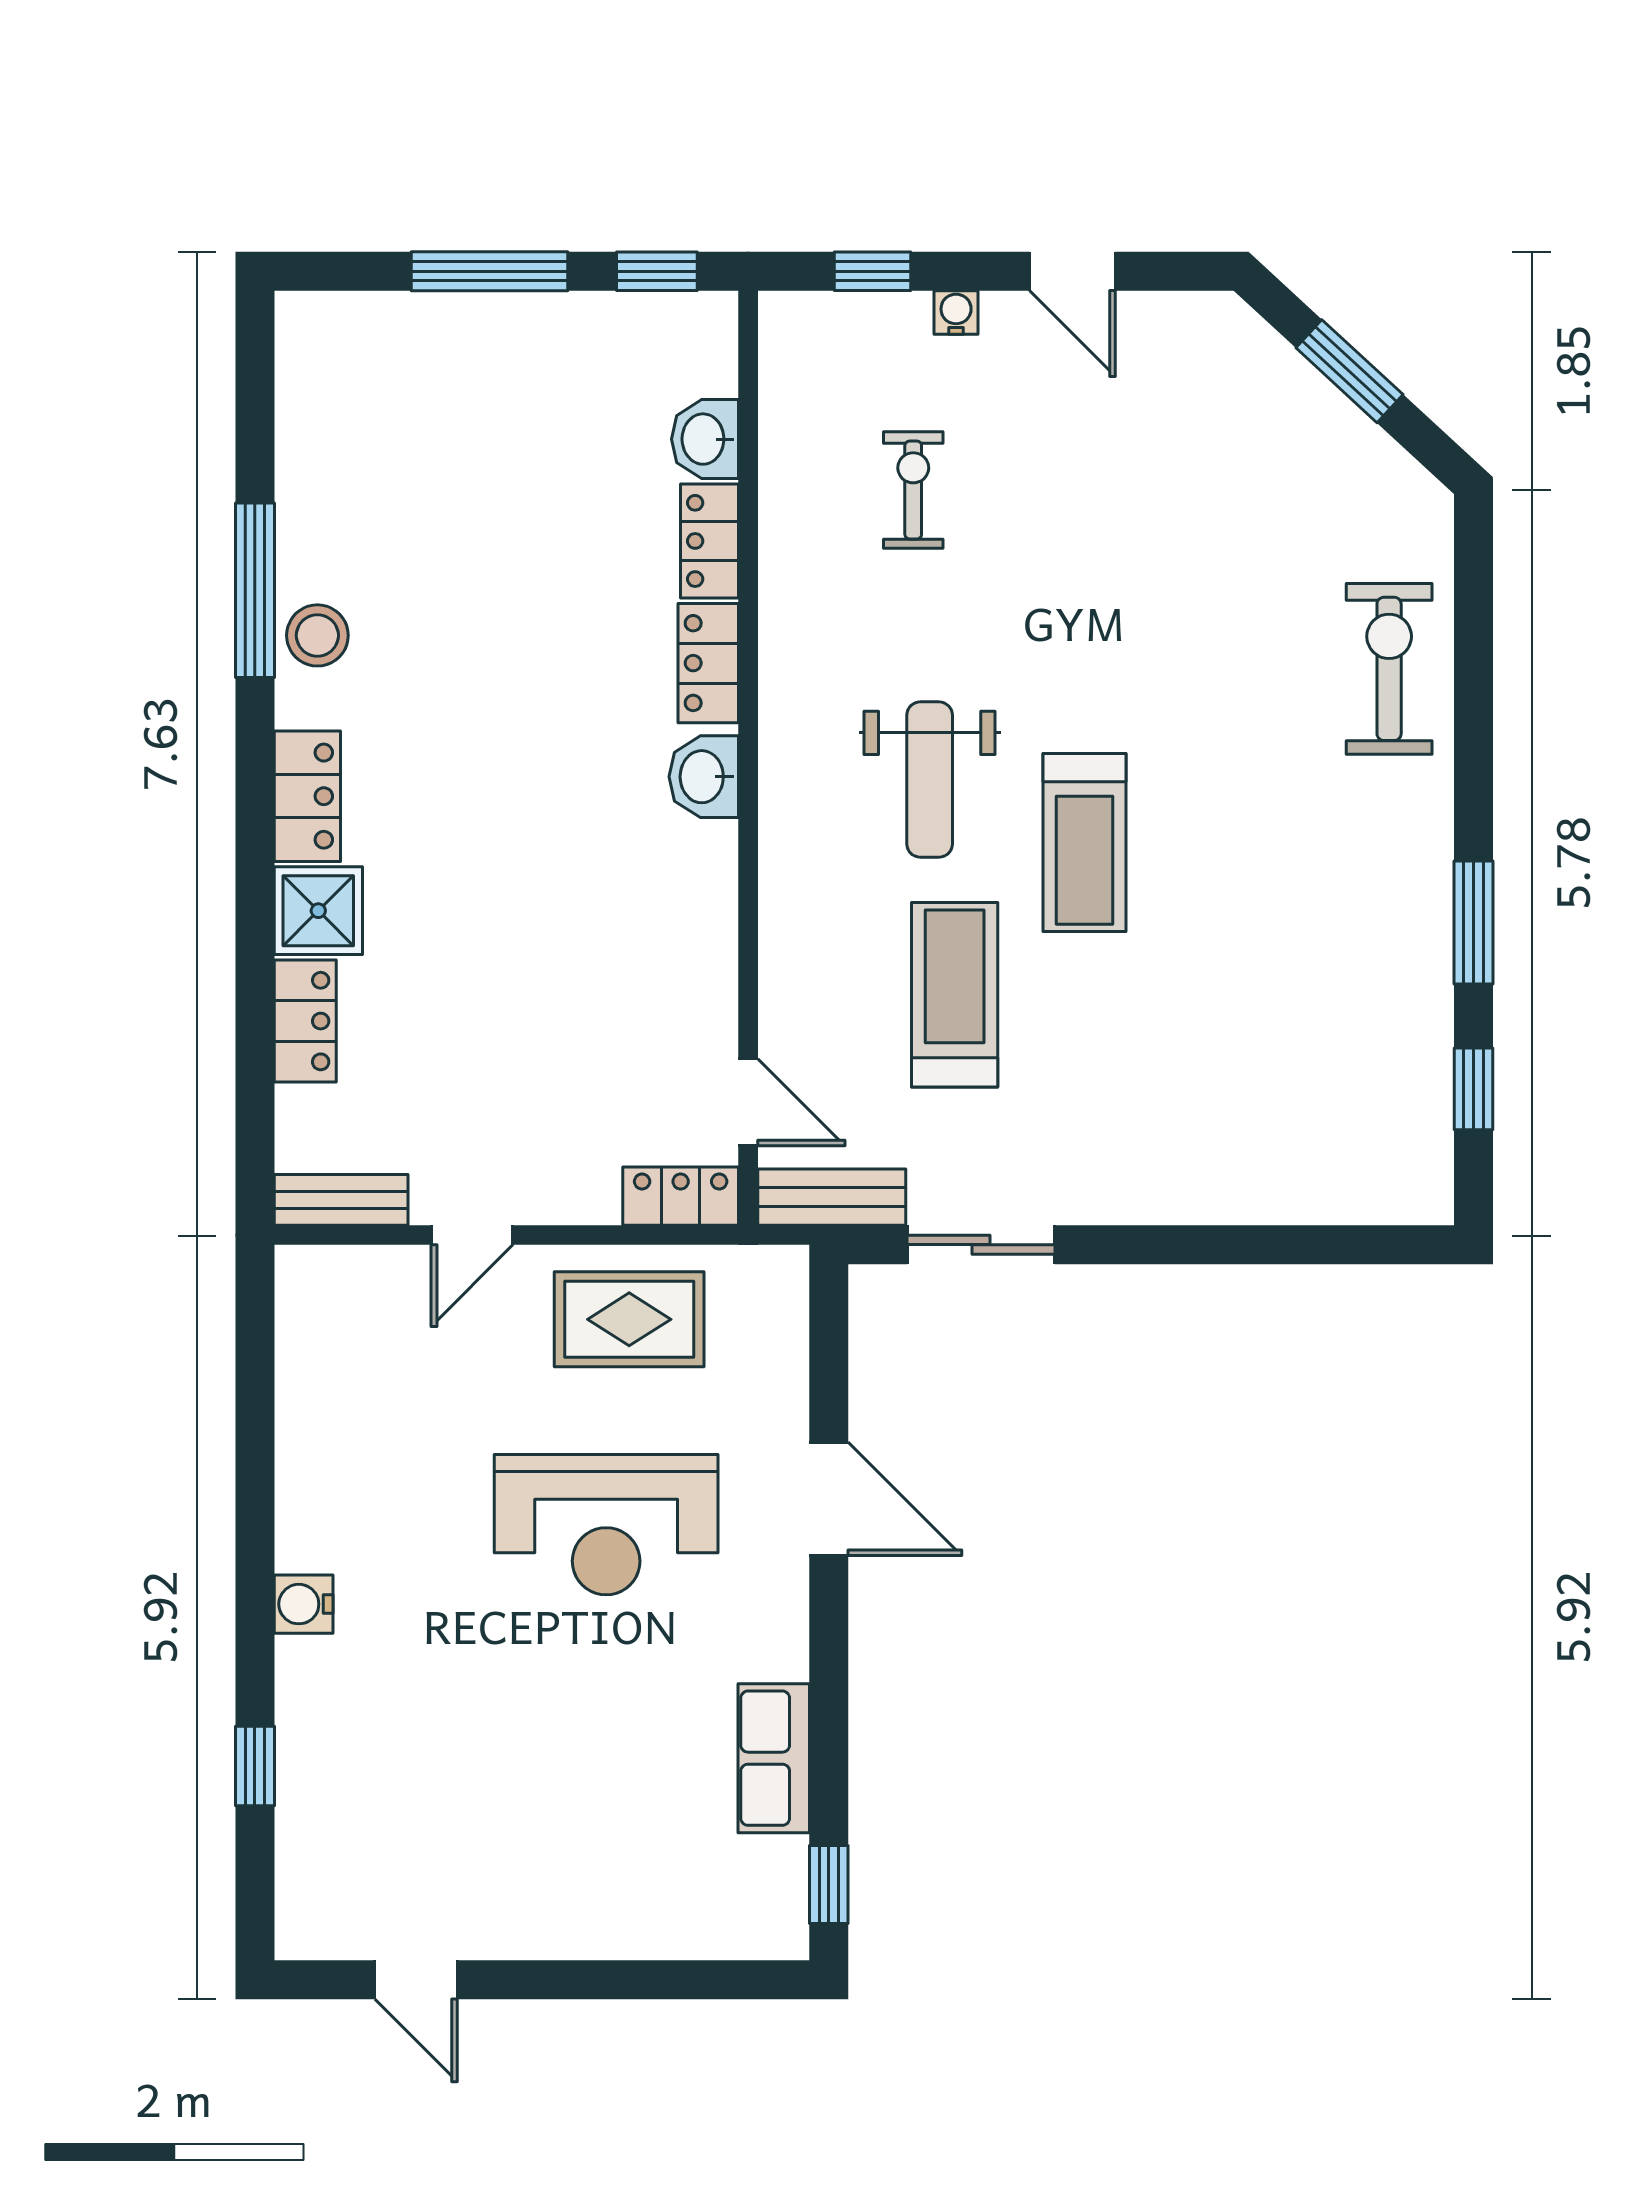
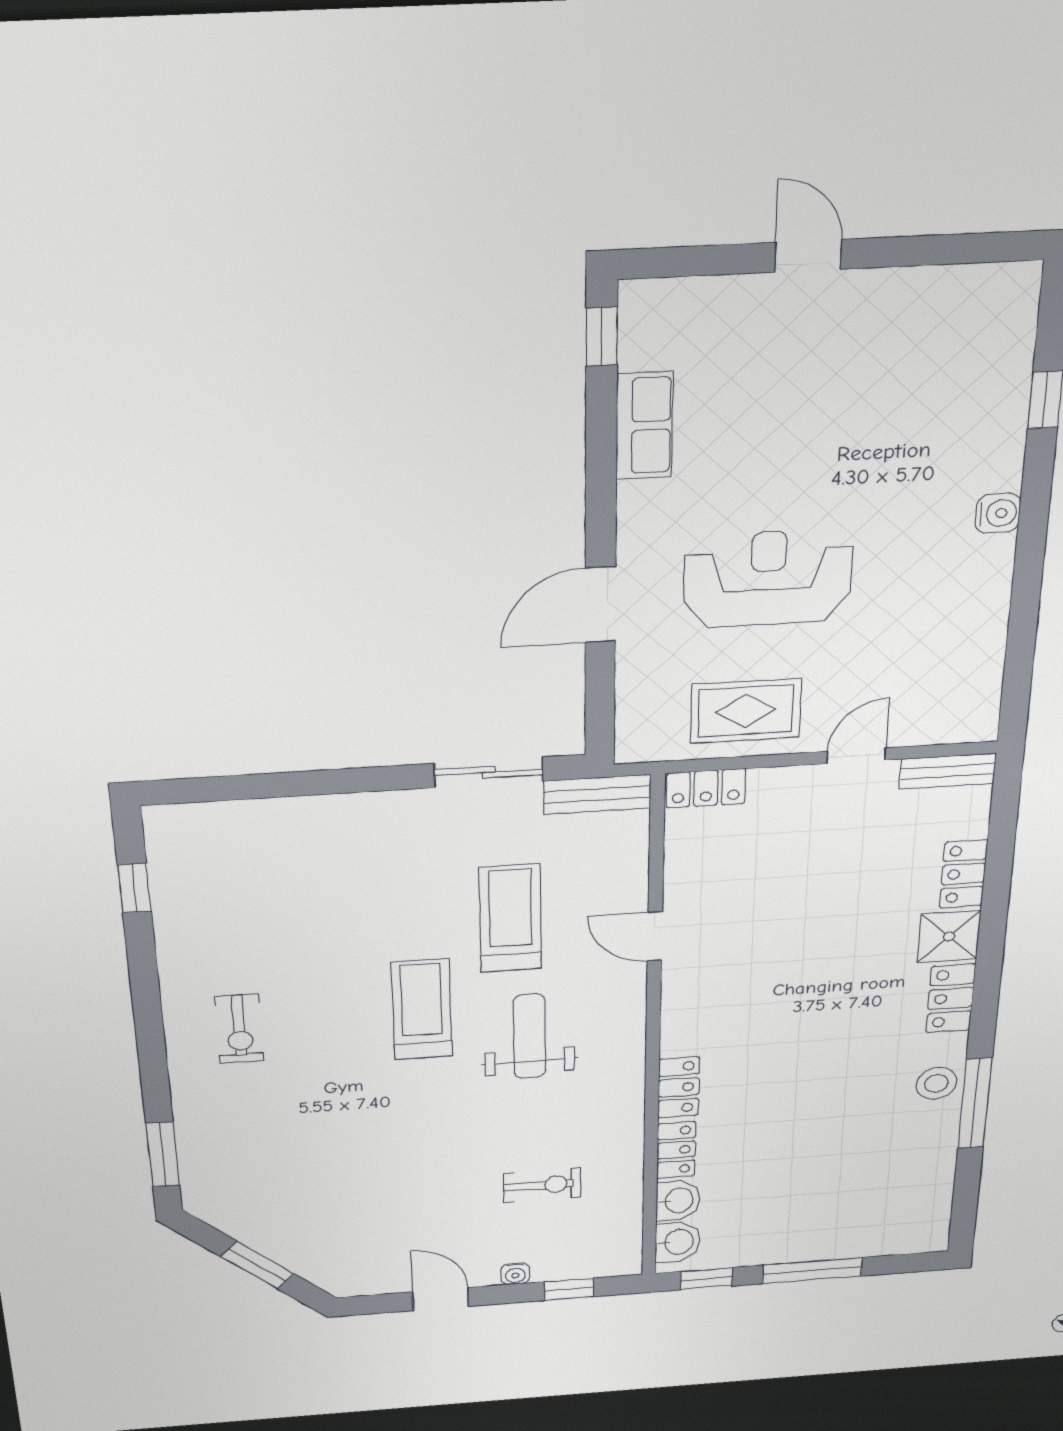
exercise bike: (913, 490) -> (542, 1185), turned -90
exercise bike: (1389, 669) -> (239, 1029), moved, width x0.73, depth x0.72
washbasin: (704, 777) -> (678, 1242), moved
window: (1473, 922) -> (163, 1155), moved
treadmill: (955, 995) -> (510, 918), turned 180
door: (748, 1102) -> (655, 936), moved
door: (829, 1499) -> (600, 605), hinge flipped
door: (416, 1980) -> (808, 256), moved

